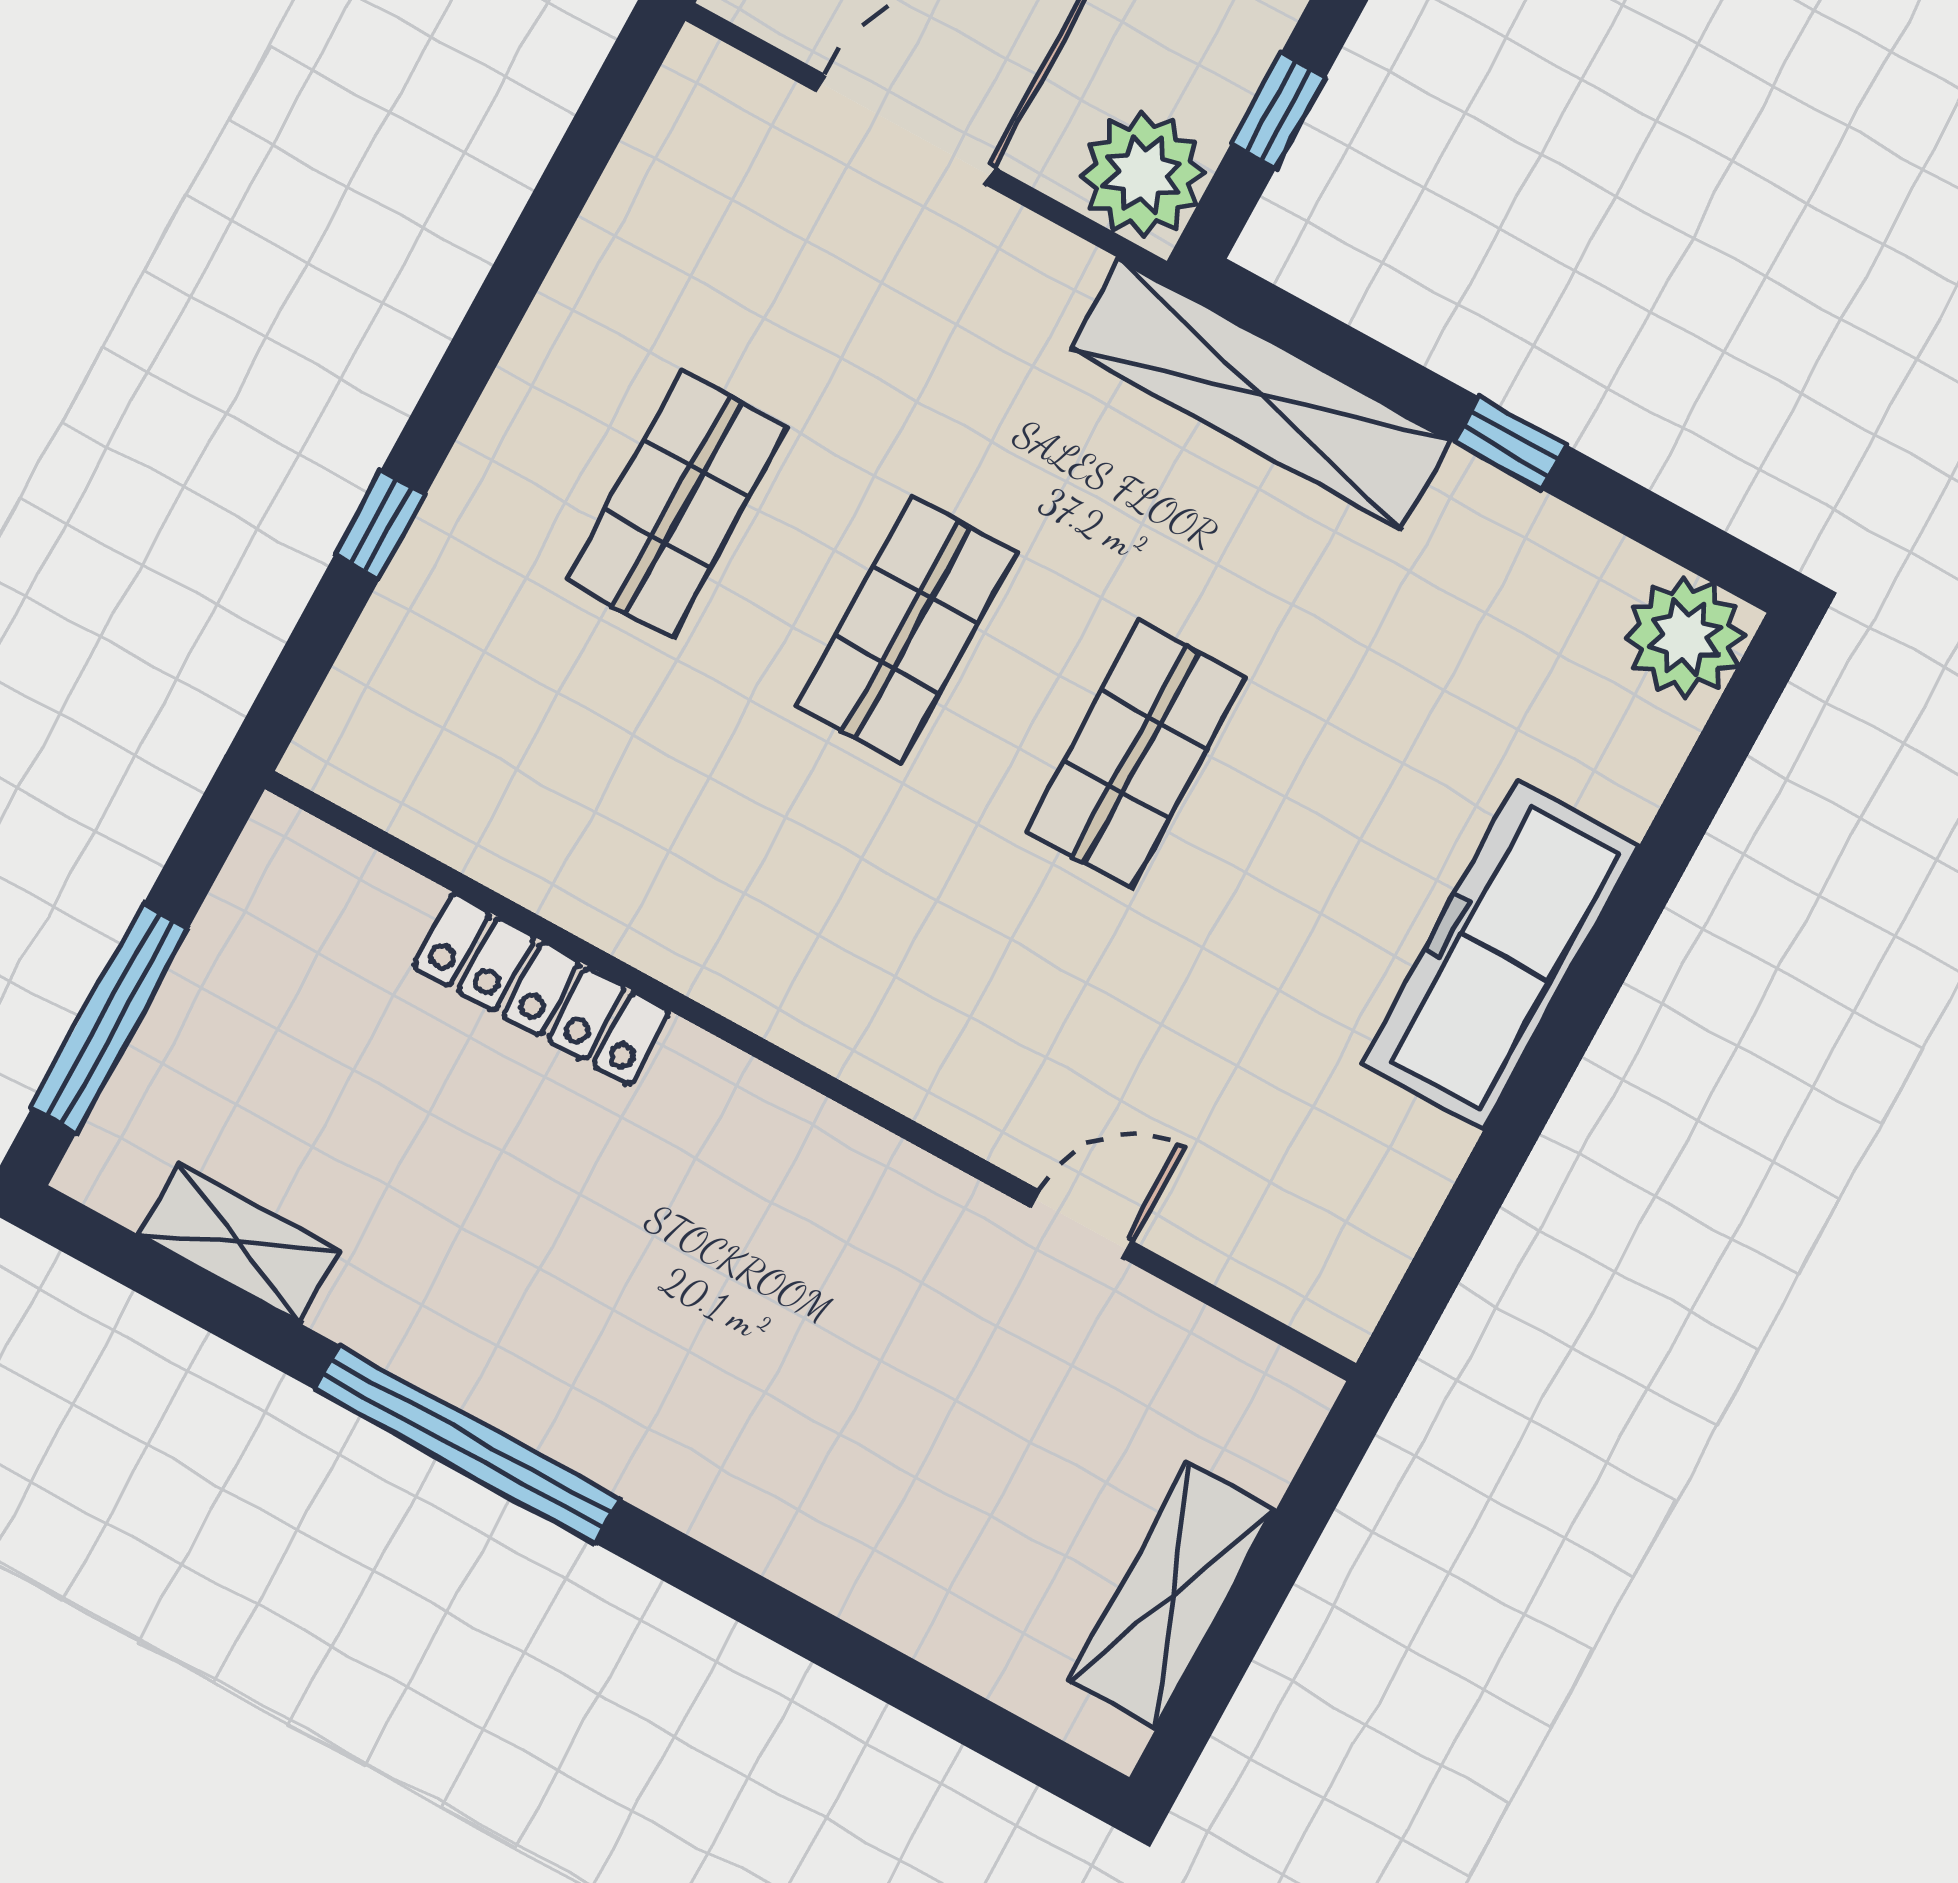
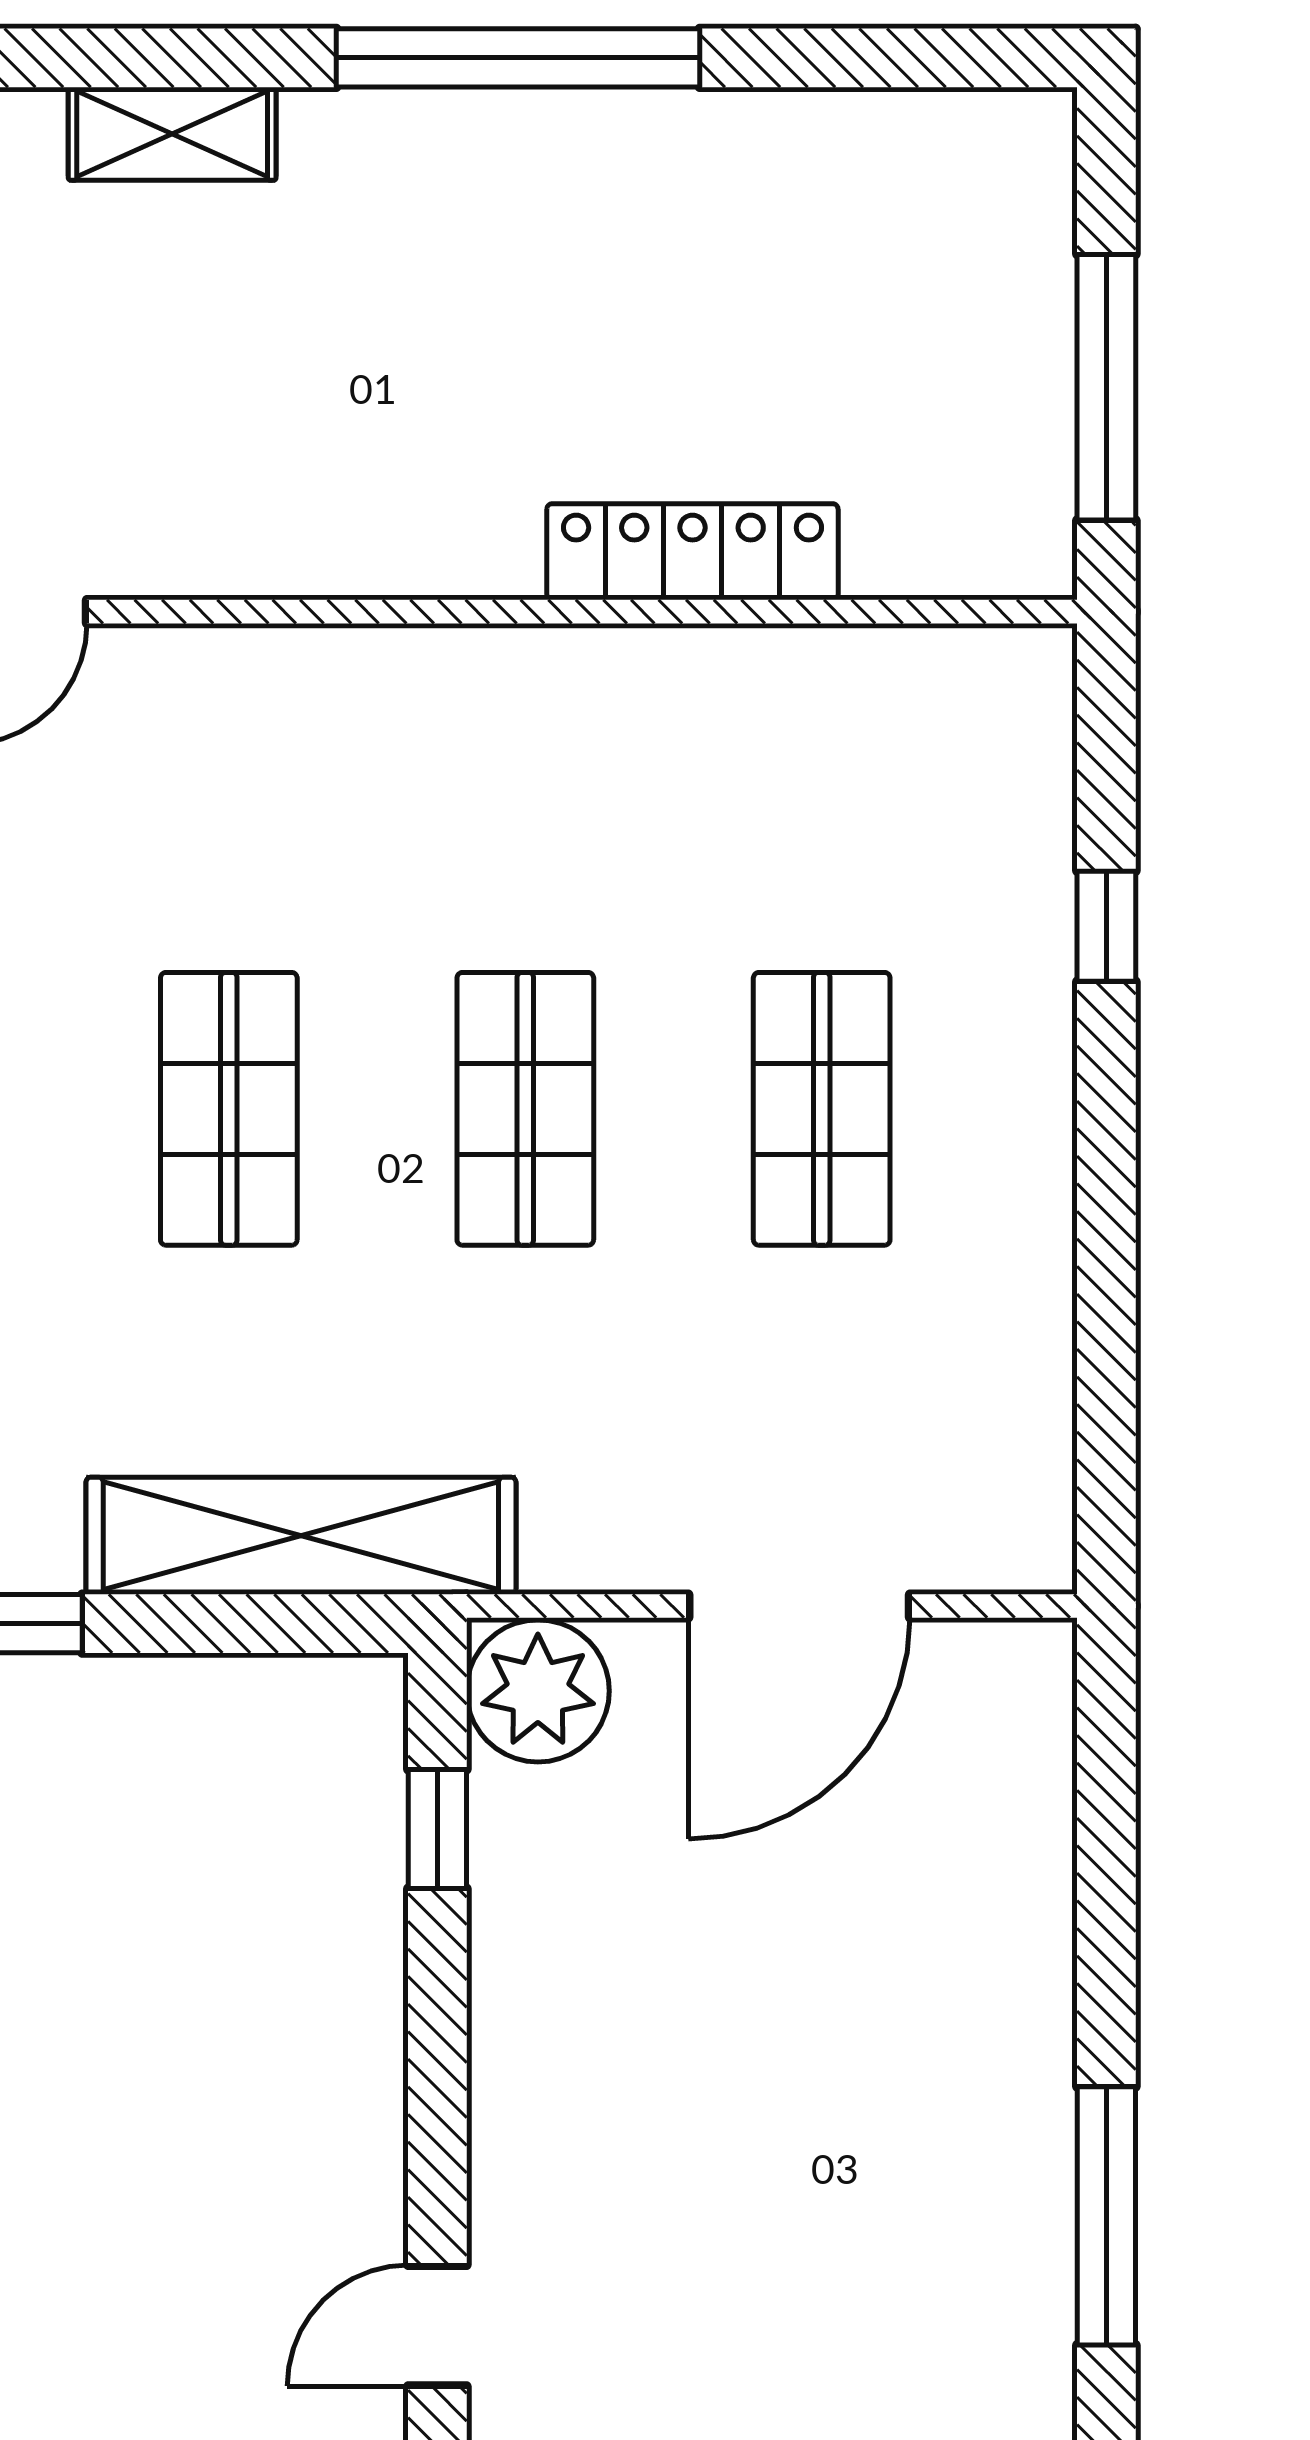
window: (110, 1018) -> (1106, 387), moved
shelving: (240, 1243) -> (172, 134), moved

